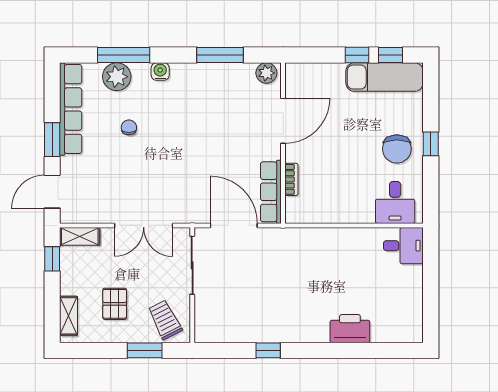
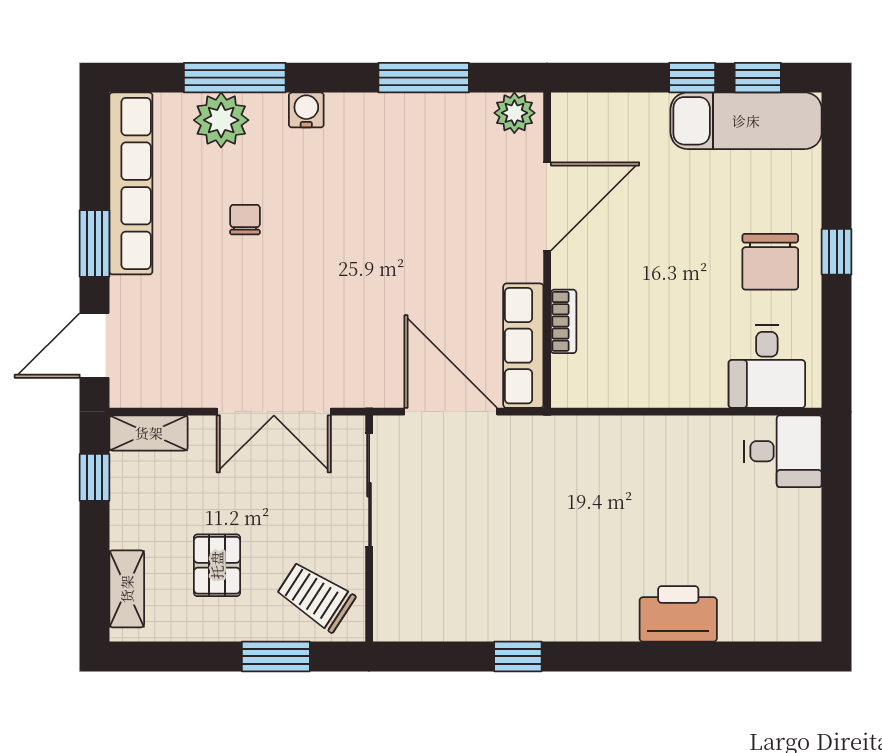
trolley: (165, 320) -> (316, 596), turned -30

